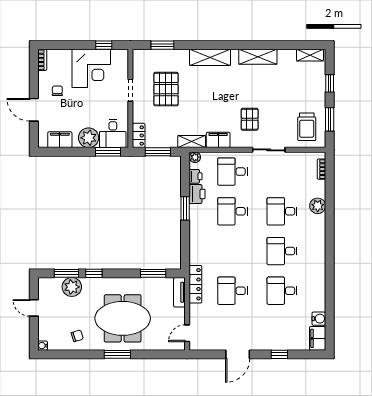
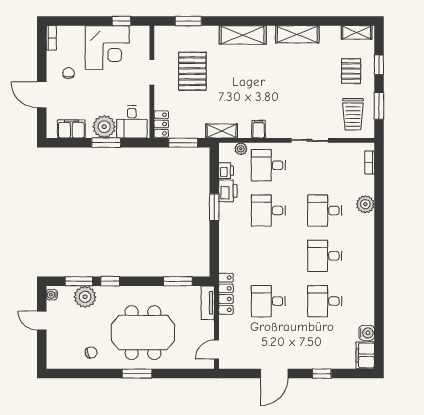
pallet: (250, 119) -> (351, 71), moved
filing cabinet: (218, 140) -> (259, 129), width x0.50
window: (108, 152) -> (106, 143), moved
plant: (195, 157) -> (241, 149), moved
water cooler: (43, 346) -> (52, 295), moved

